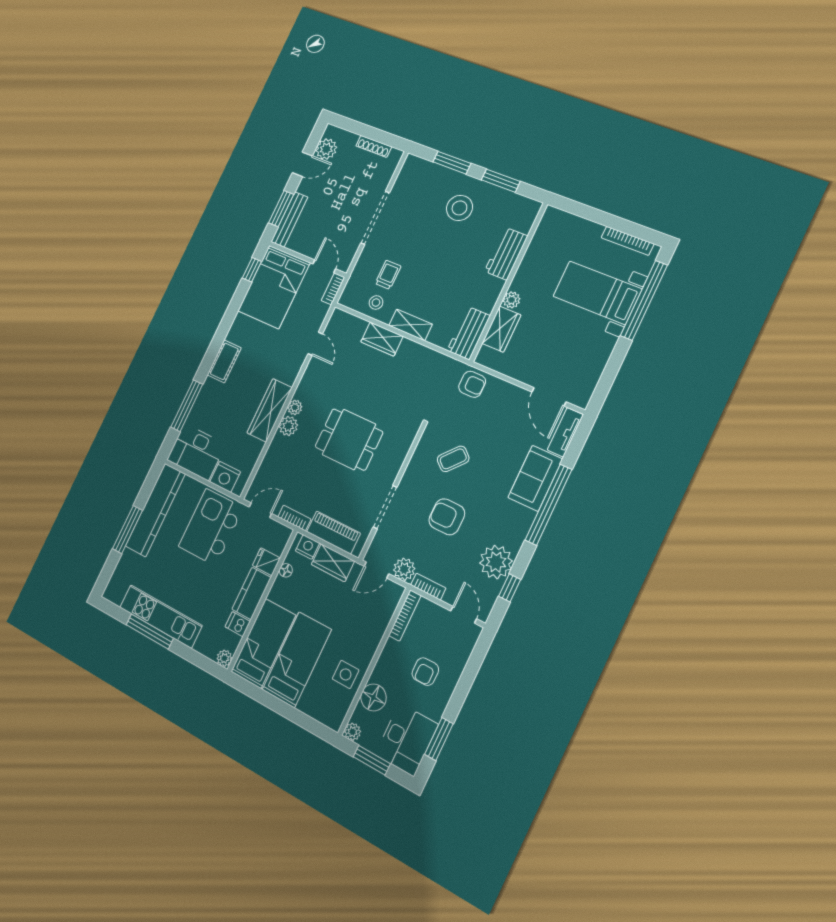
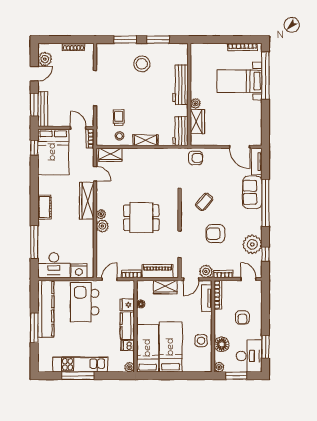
workbench: (506, 254) -> (180, 85), width x1.38
wardrobe: (382, 339) -> (110, 155), moved
wardrobe: (270, 410) -> (87, 201), moved
nightstand: (307, 547) -> (147, 286), removed
tv unit: (385, 612) -> (207, 298), added

